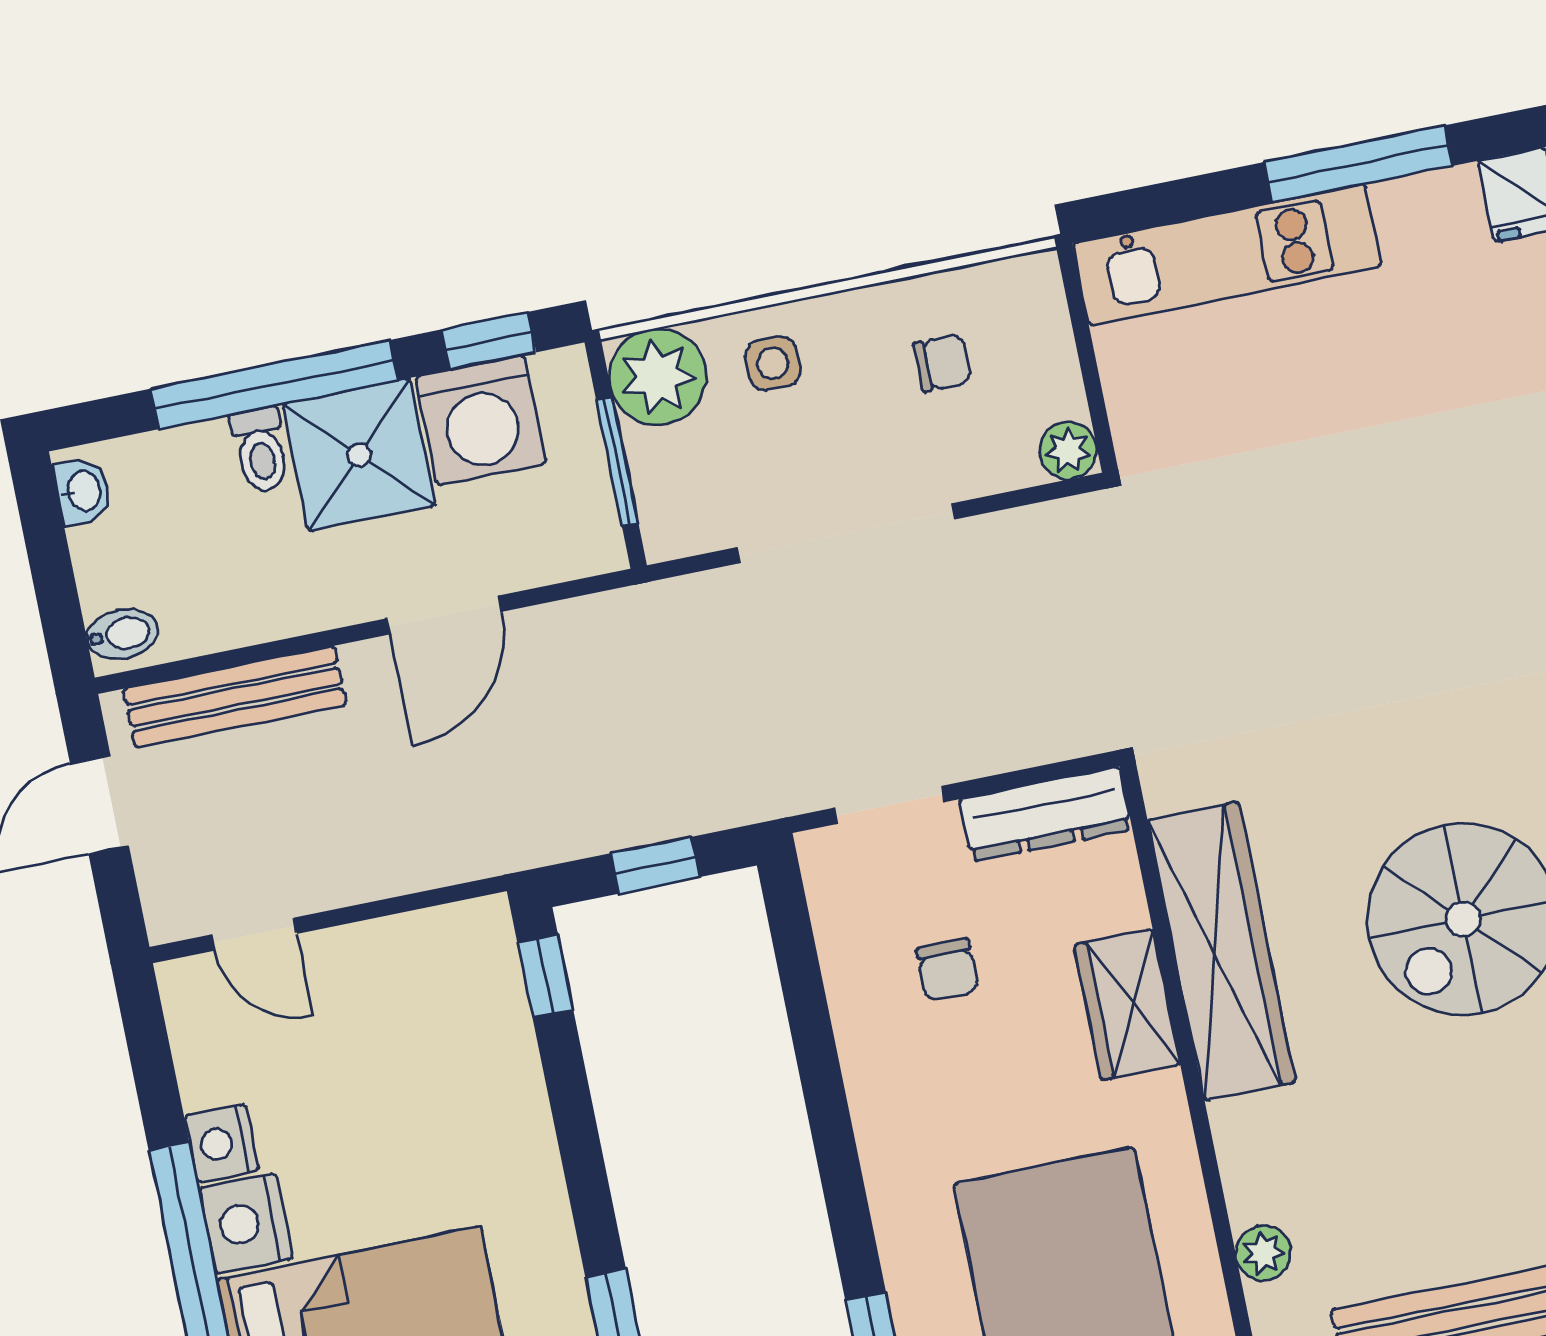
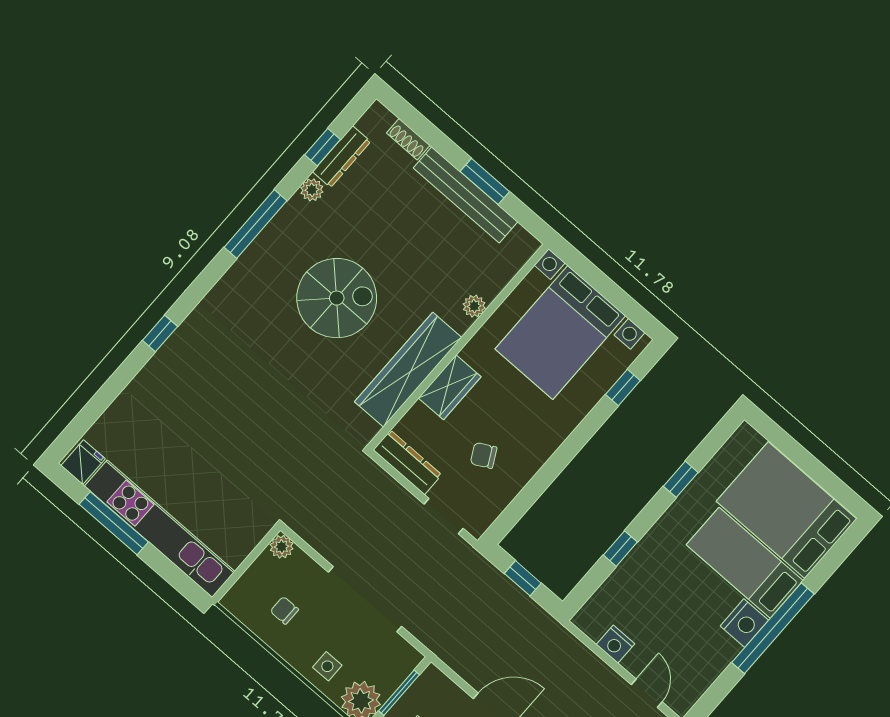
kitchen unit: (1227, 255) -> (160, 529), width x1.36
chair: (948, 970) -> (484, 455), turned -118
window: (545, 976) -> (620, 549), moved
nightstand: (222, 1143) -> (615, 644), moved, turned 90
plant: (1263, 1253) -> (474, 306), moved

